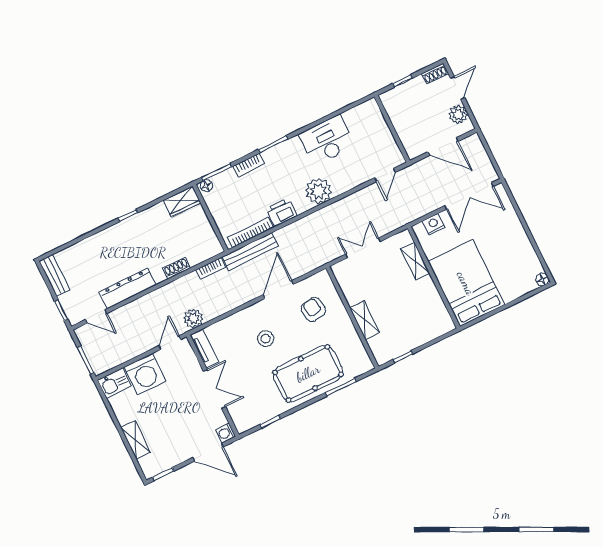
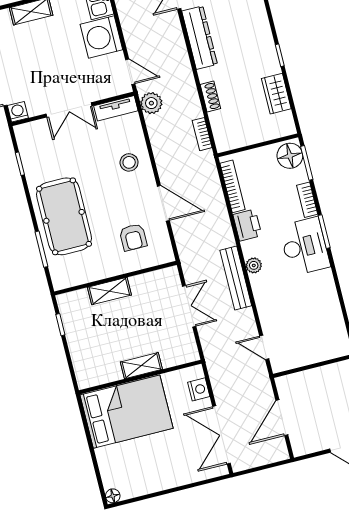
plant: (458, 115) -> (314, 442), removed
desk: (327, 140) -> (305, 246), moved
floor lamp: (206, 186) -> (290, 156), width x1.89, depth x1.89
plant: (318, 191) -> (254, 265), width x0.53, depth x0.53
wardrobe: (182, 201) -> (276, 94), moved
bench: (250, 252) -> (236, 278), moved
shelving: (415, 261) -> (141, 366), moved
armchair: (313, 309) -> (133, 237), turned 99
stool: (266, 339) -> (129, 162), moved

